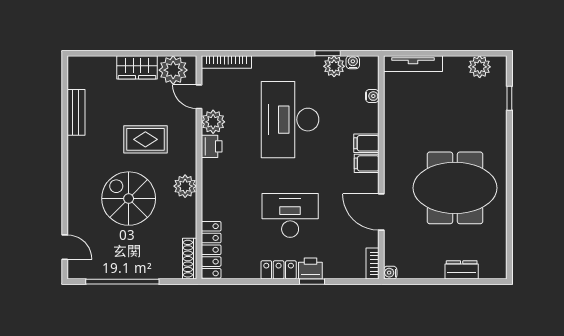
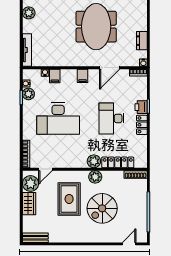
bench: (76, 112) -> (35, 238), moved
plant: (213, 122) -> (94, 161), moved
rug: (145, 139) -> (69, 199), width x1.36, depth x1.43
filing cabinet: (366, 143) -> (55, 76), moved
printer: (212, 146) -> (73, 162), removed
locker: (211, 250) -> (118, 162), moved
dresser: (462, 270) -> (142, 41), moved

